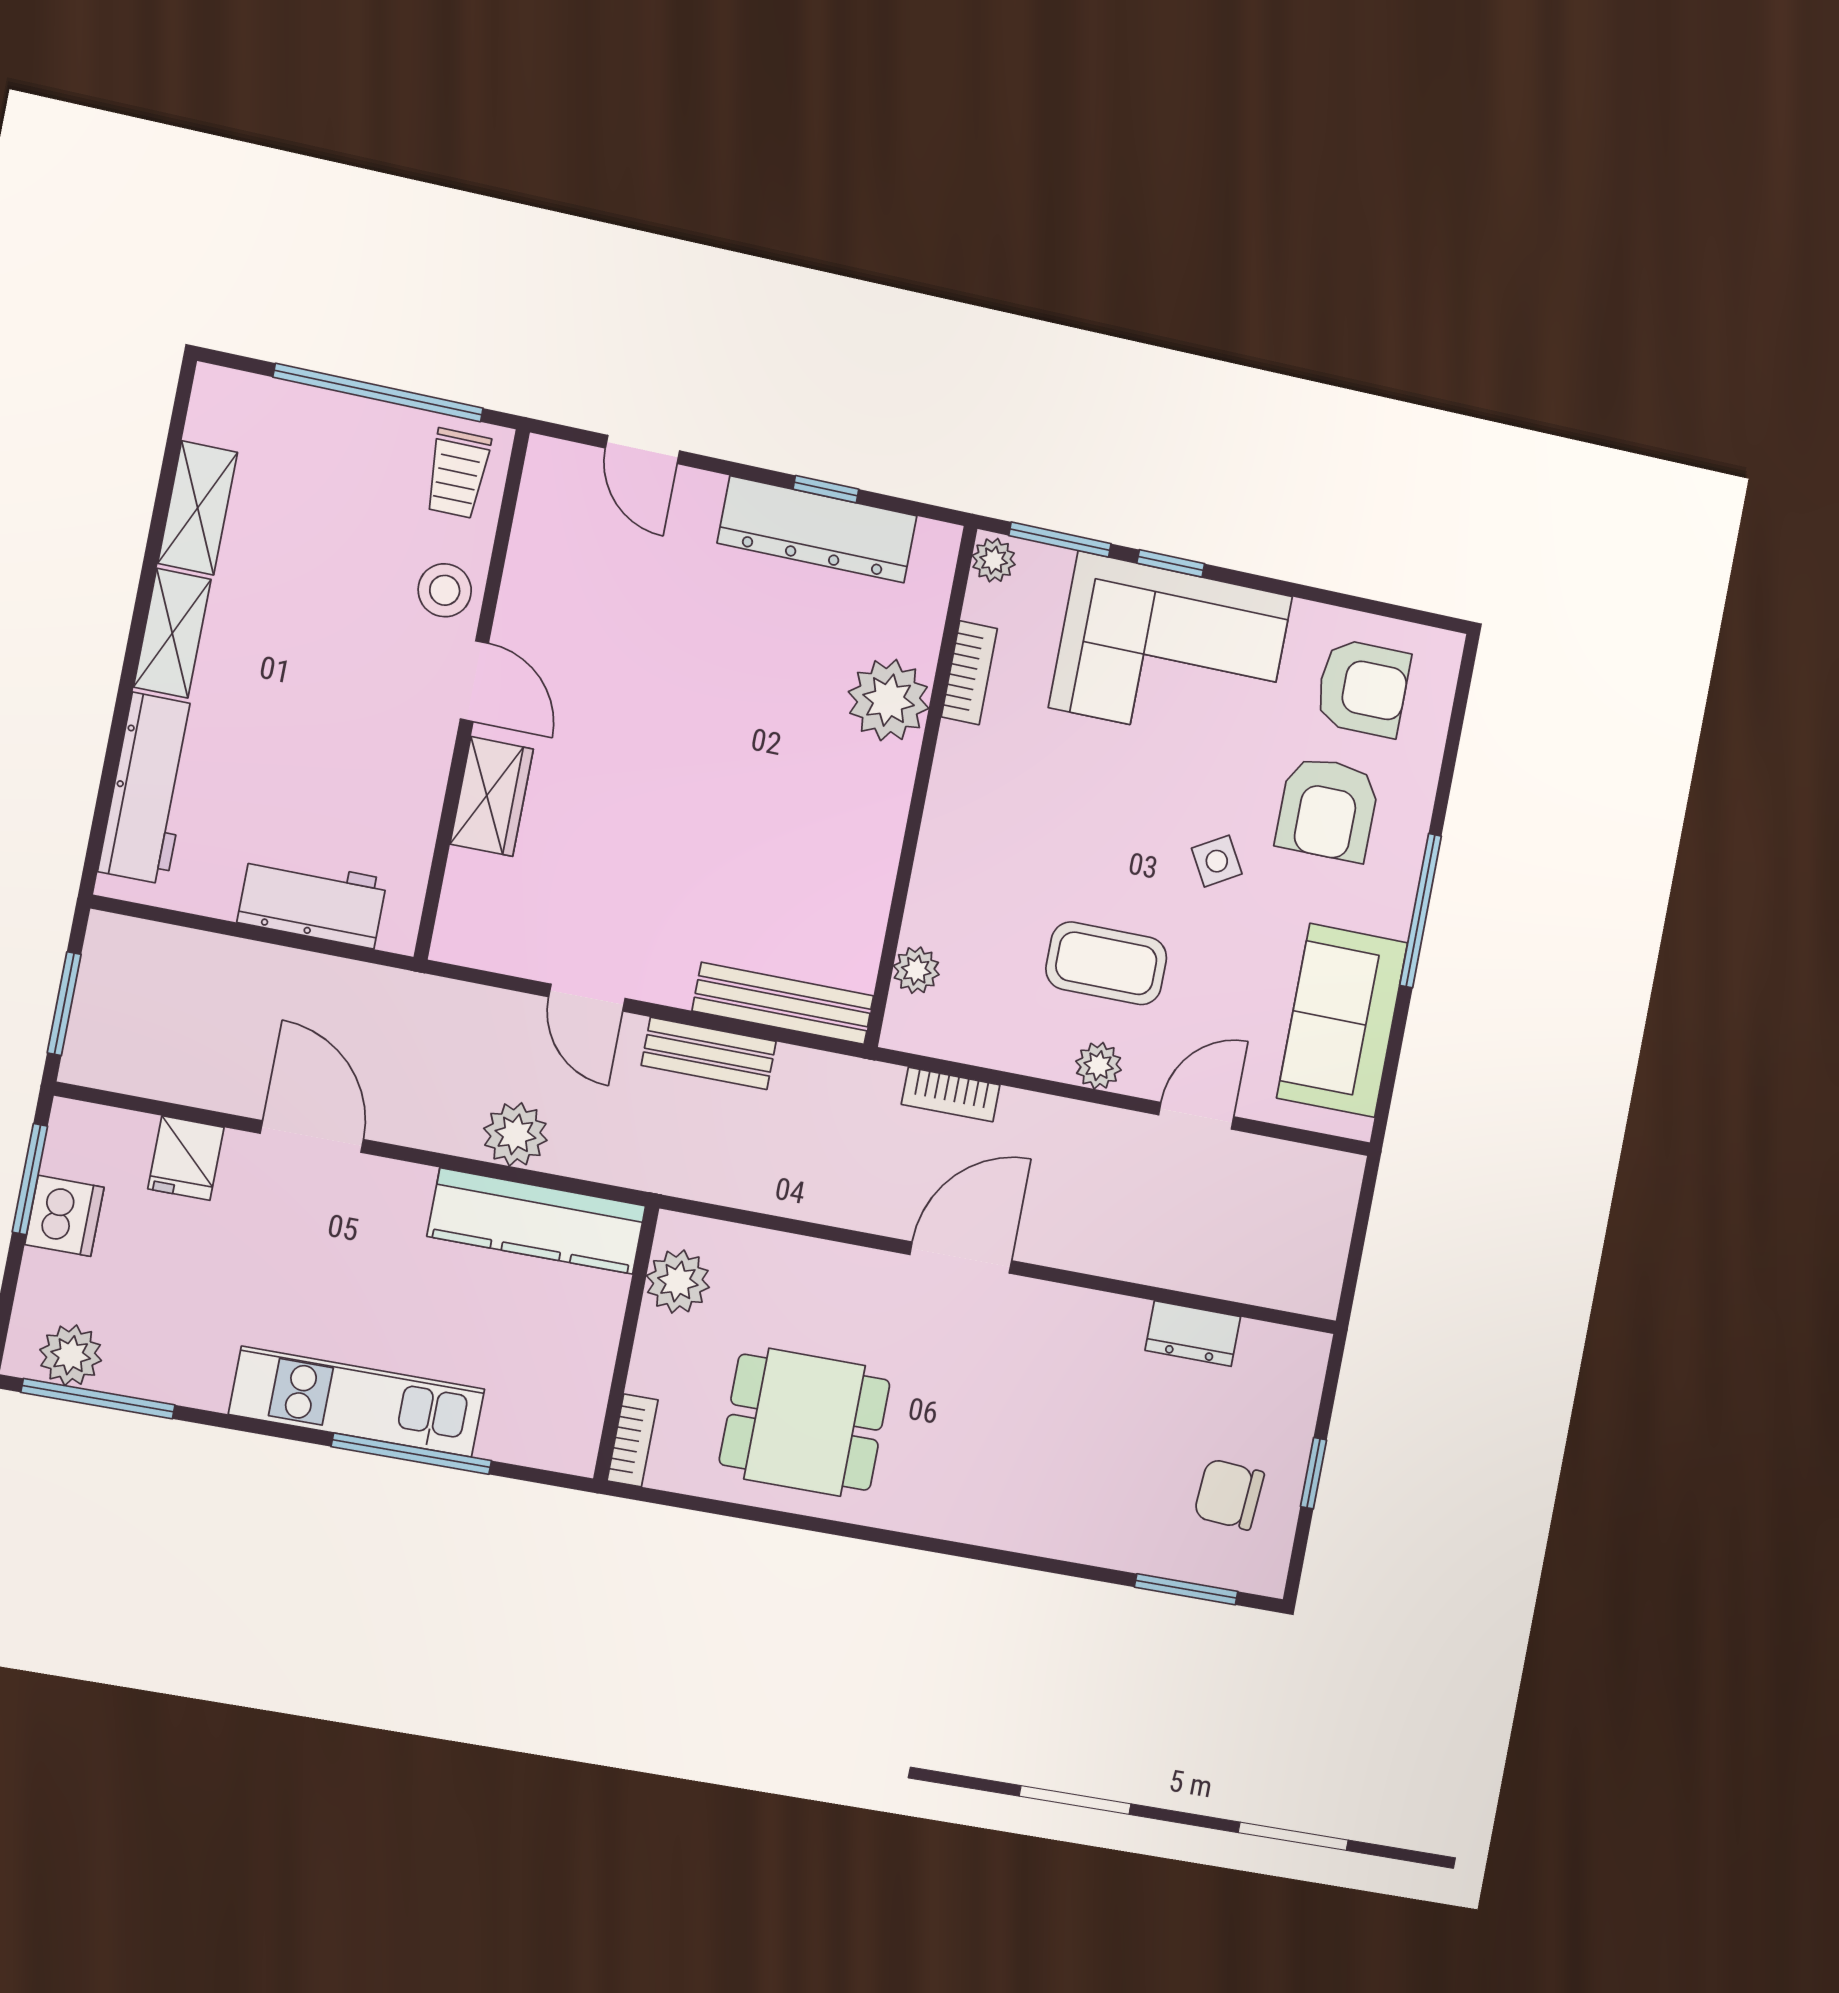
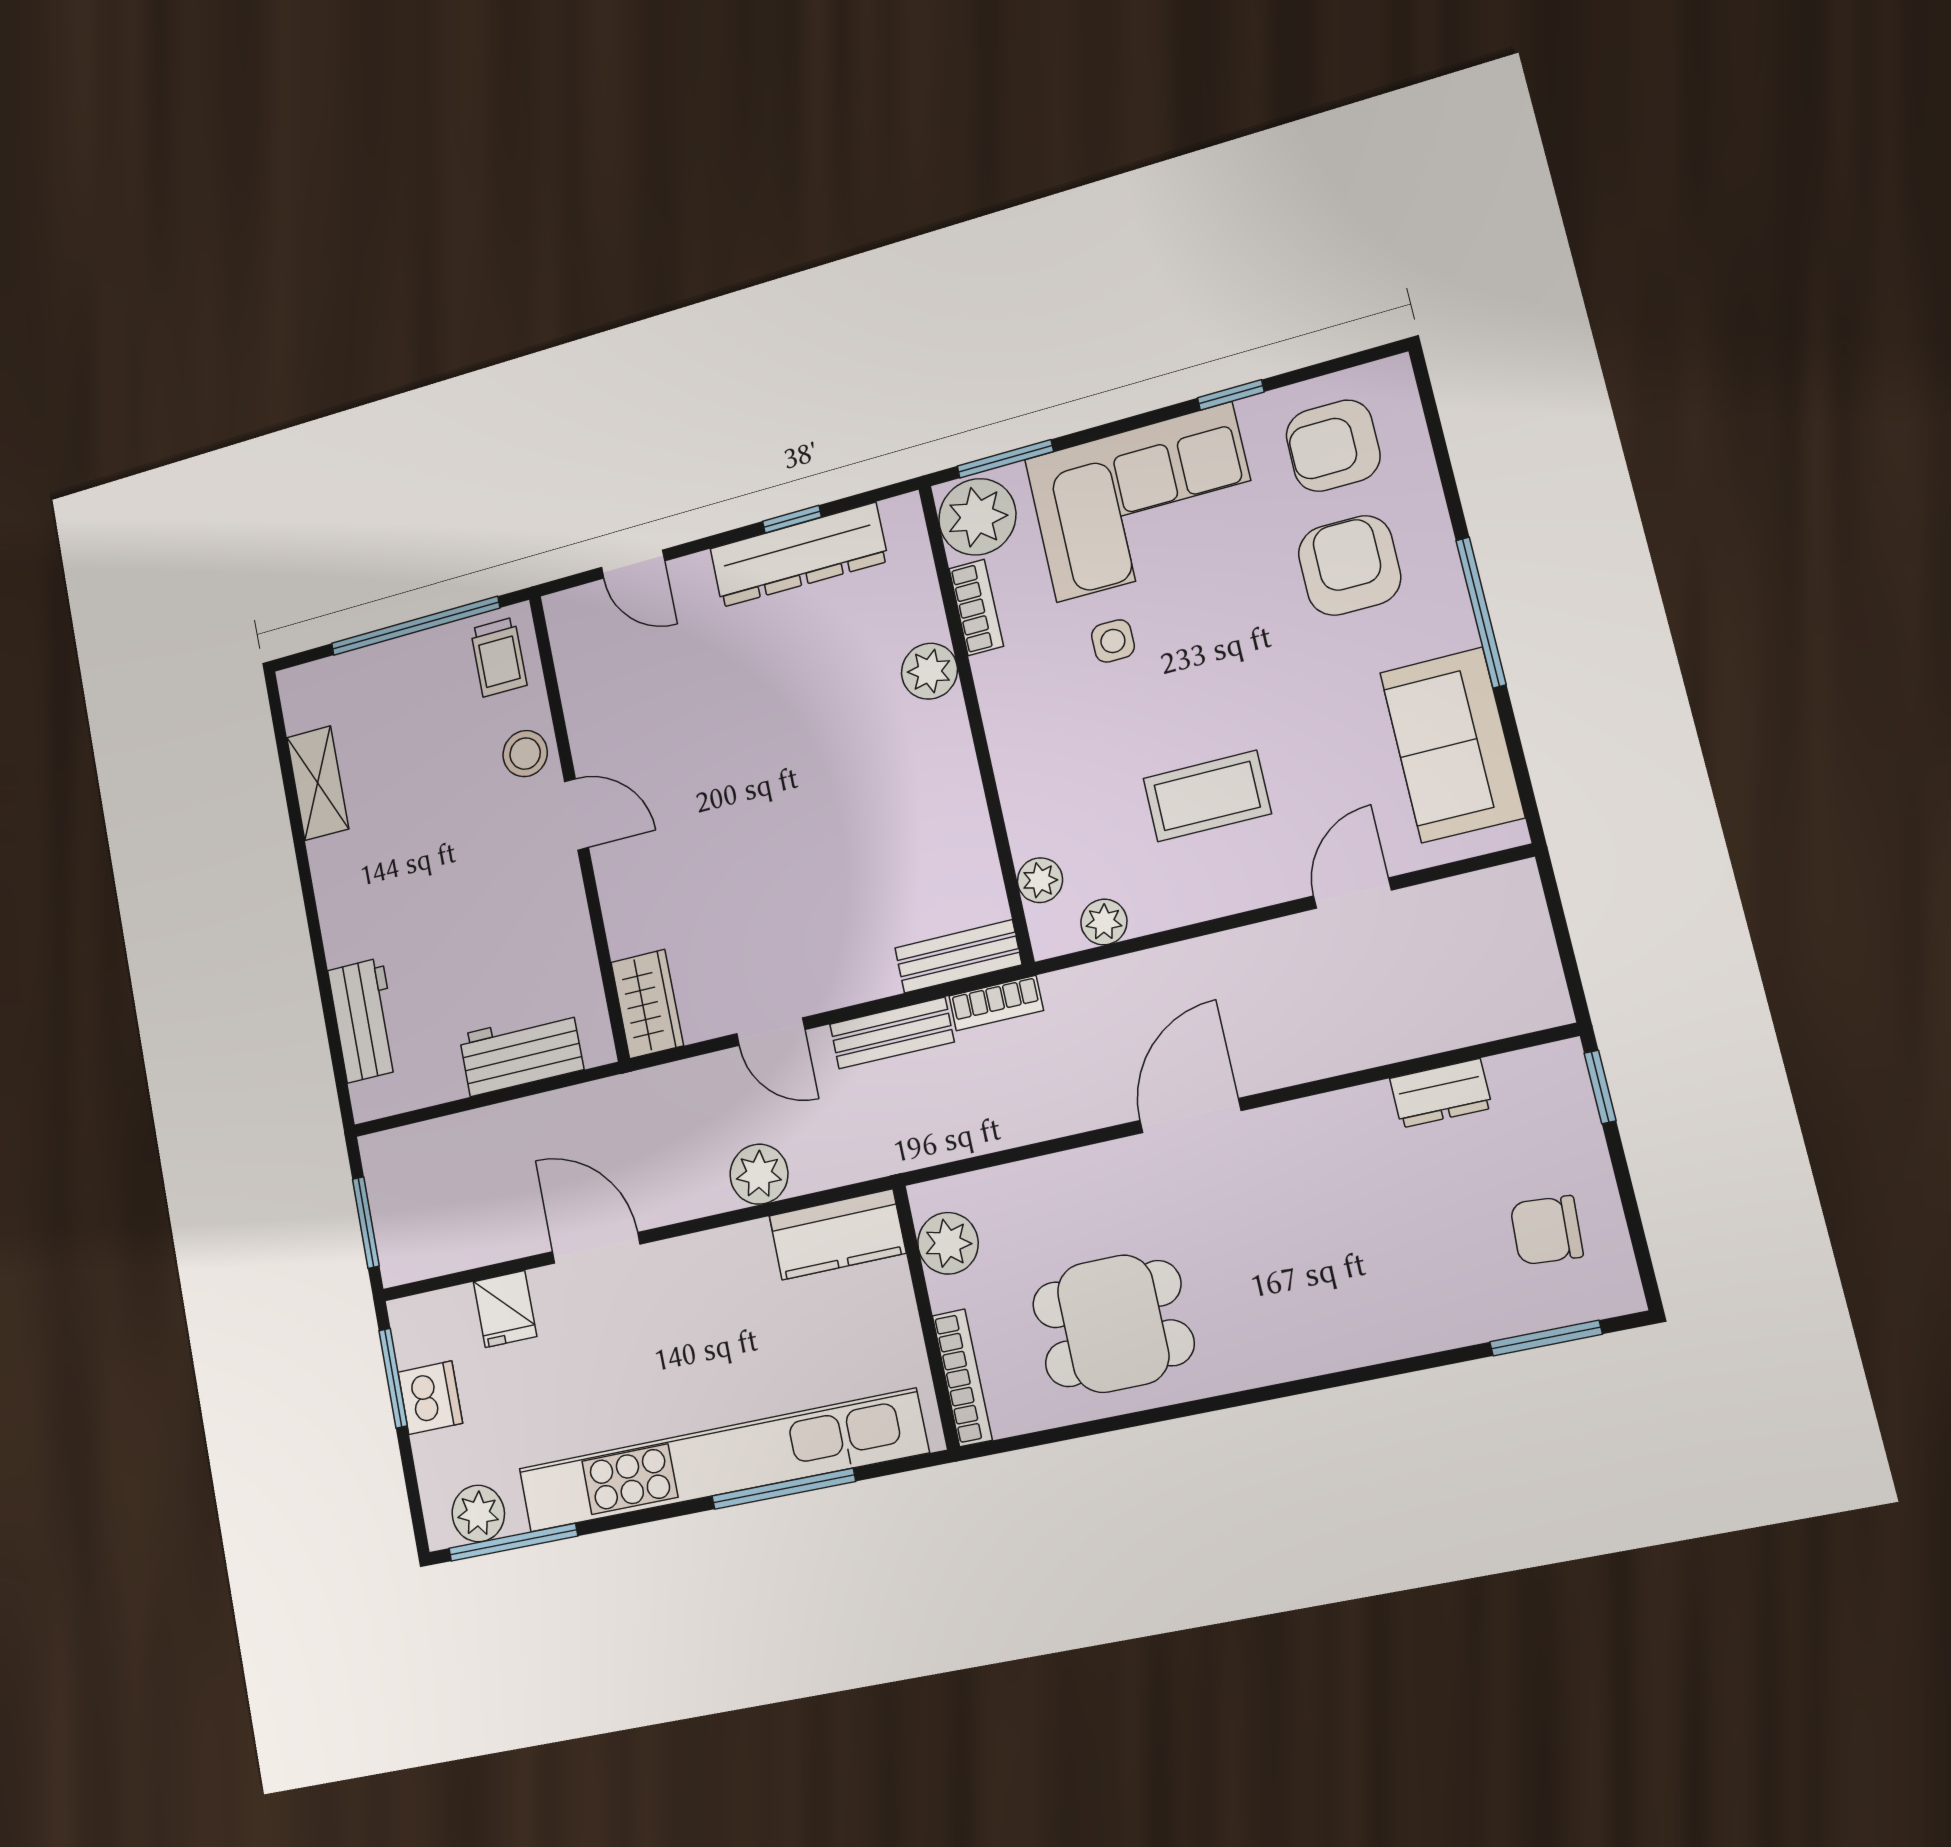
plant: (994, 560) -> (977, 517), width x1.88, depth x1.88
window: (1171, 563) -> (1231, 395), moved
shelving: (172, 633) -> (336, 889), removed
armchair: (1363, 688) -> (1333, 446), turned 180
plant: (889, 700) -> (929, 671), width x0.73, depth x0.73
workbench: (149, 789) -> (365, 1020), width x0.73
wardrobe: (492, 797) -> (647, 1004), moved
armchair: (1327, 809) -> (1350, 565), turned 180
side table: (1217, 861) -> (1113, 641), moved, turned 30
bench: (783, 1003) -> (958, 956), width x0.73
plant: (1099, 1066) -> (1104, 922), moved
bookcase: (951, 1094) -> (996, 1003), moved
kitchen counter: (537, 1221) -> (837, 1234), width x0.67
kitchen unit: (357, 1402) -> (721, 1461), width x1.86
bookcase: (633, 1440) -> (962, 1378), width x1.56
window: (1314, 1473) -> (1600, 1087), moved

